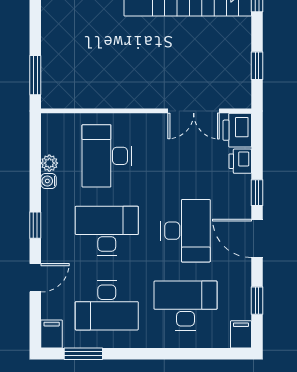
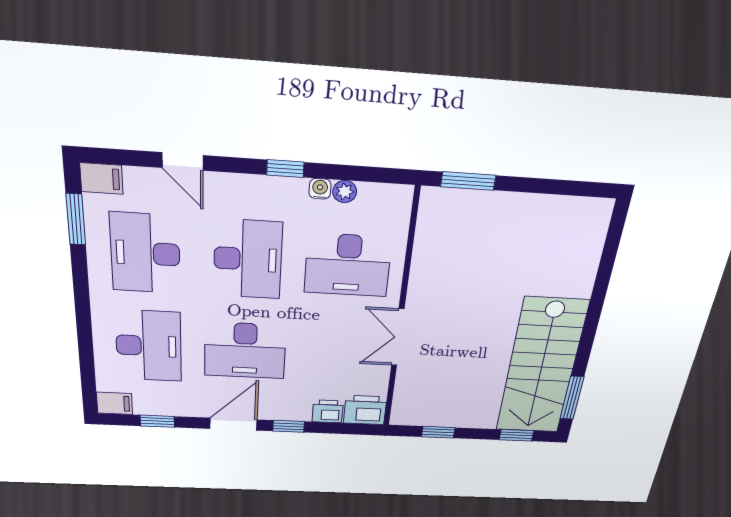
double door: (194, 111) -> (398, 337), moved
desk: (107, 156) -> (348, 265), turned 180
window: (35, 225) -> (285, 169), moved

